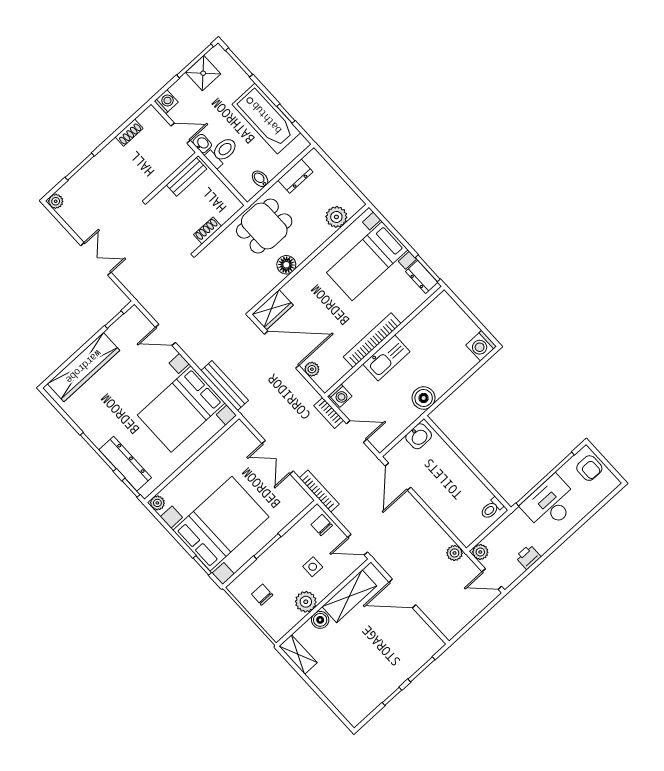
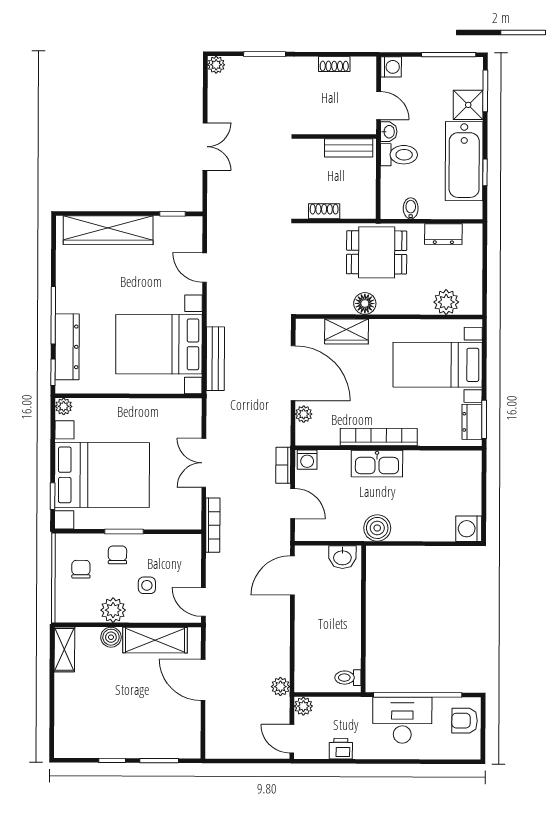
shower: (203, 73) -> (468, 105), moved
wardrobe: (273, 310) -> (346, 331), moved
armchair: (589, 468) -> (465, 721), turned 90
chair: (322, 525) -> (117, 555), moved

